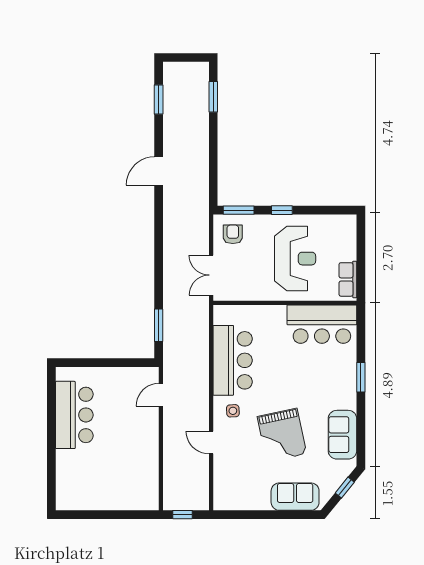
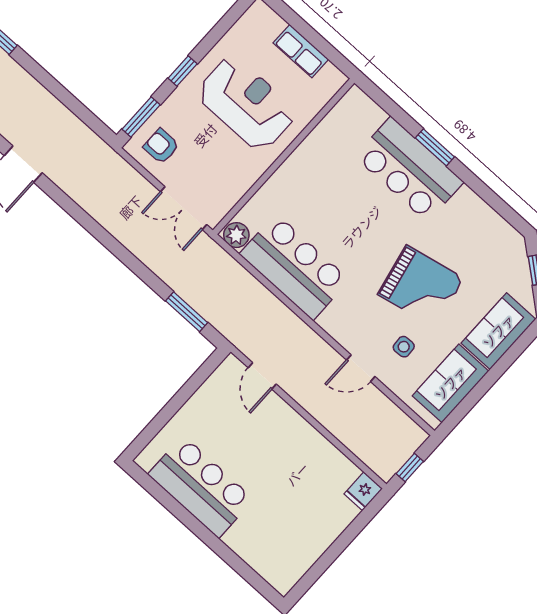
row of seats: (348, 279) -> (301, 51), moved
plant: (222, 315) -> (236, 235), added
bar counter: (322, 324) -> (409, 169), moved, turned 90
side table: (233, 411) -> (404, 347), moved
sofa: (342, 435) -> (450, 383), moved, turned 90
fridge: (148, 502) -> (363, 491), added

